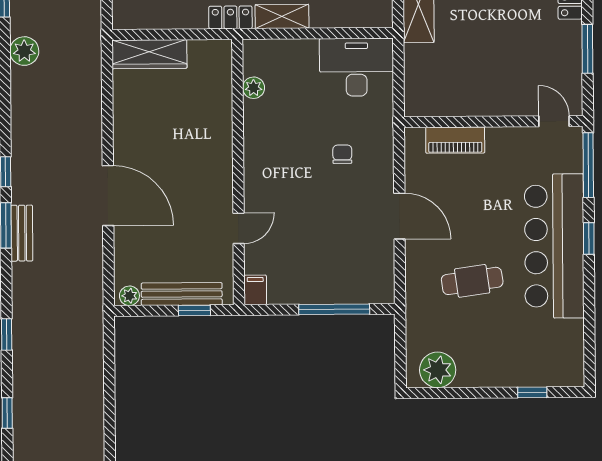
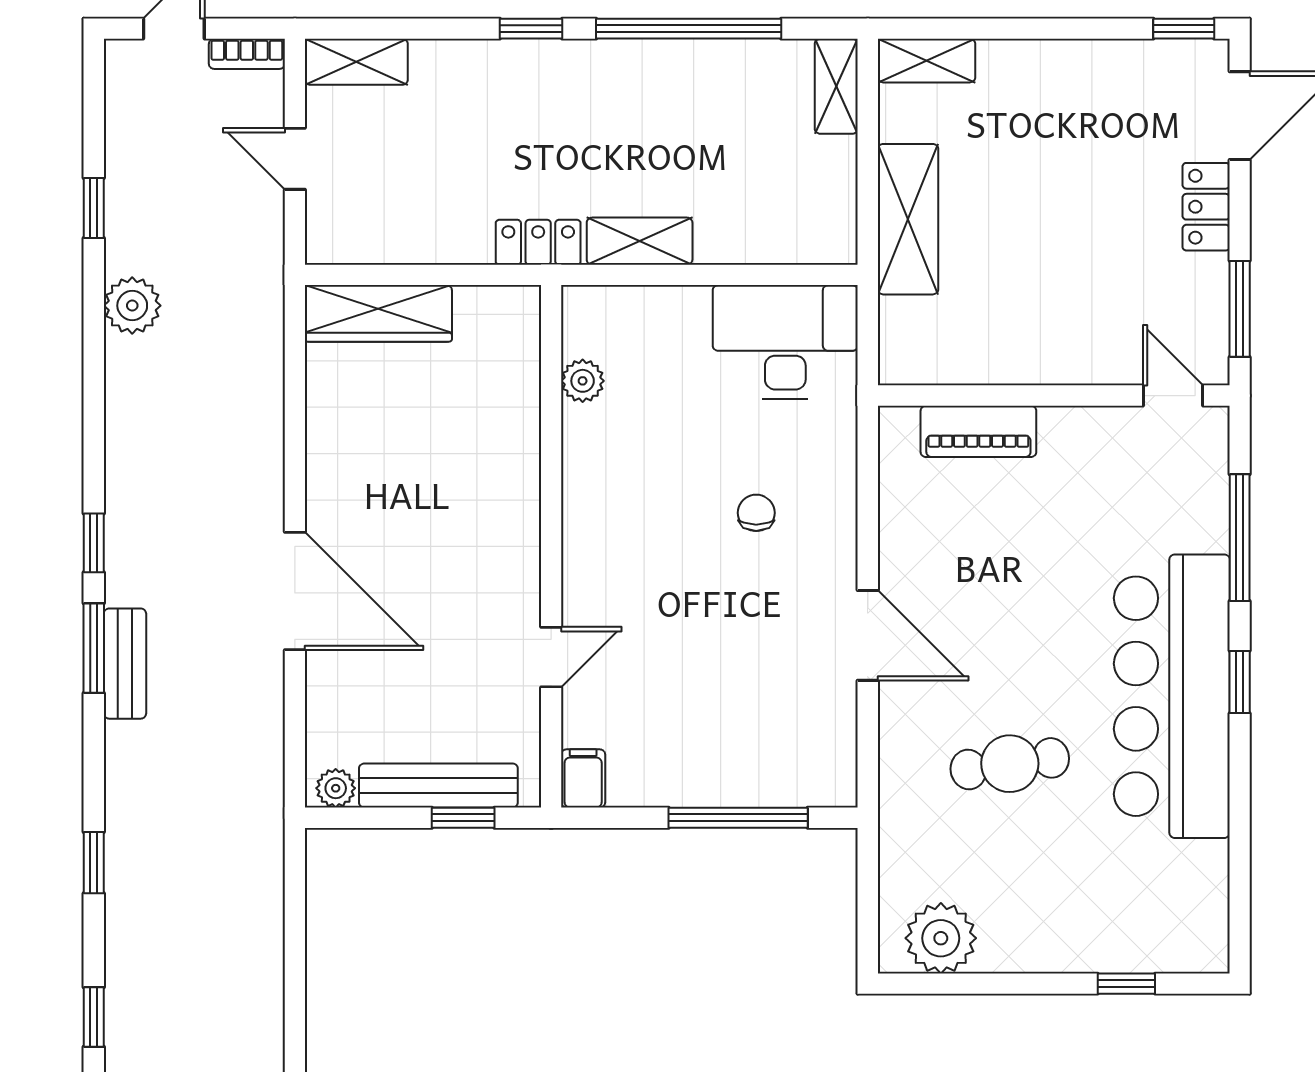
door: (554, 121) -> (1173, 396), moved
wall: (493, 122) -> (1054, 396), moved
piano: (455, 140) -> (978, 431), moved

